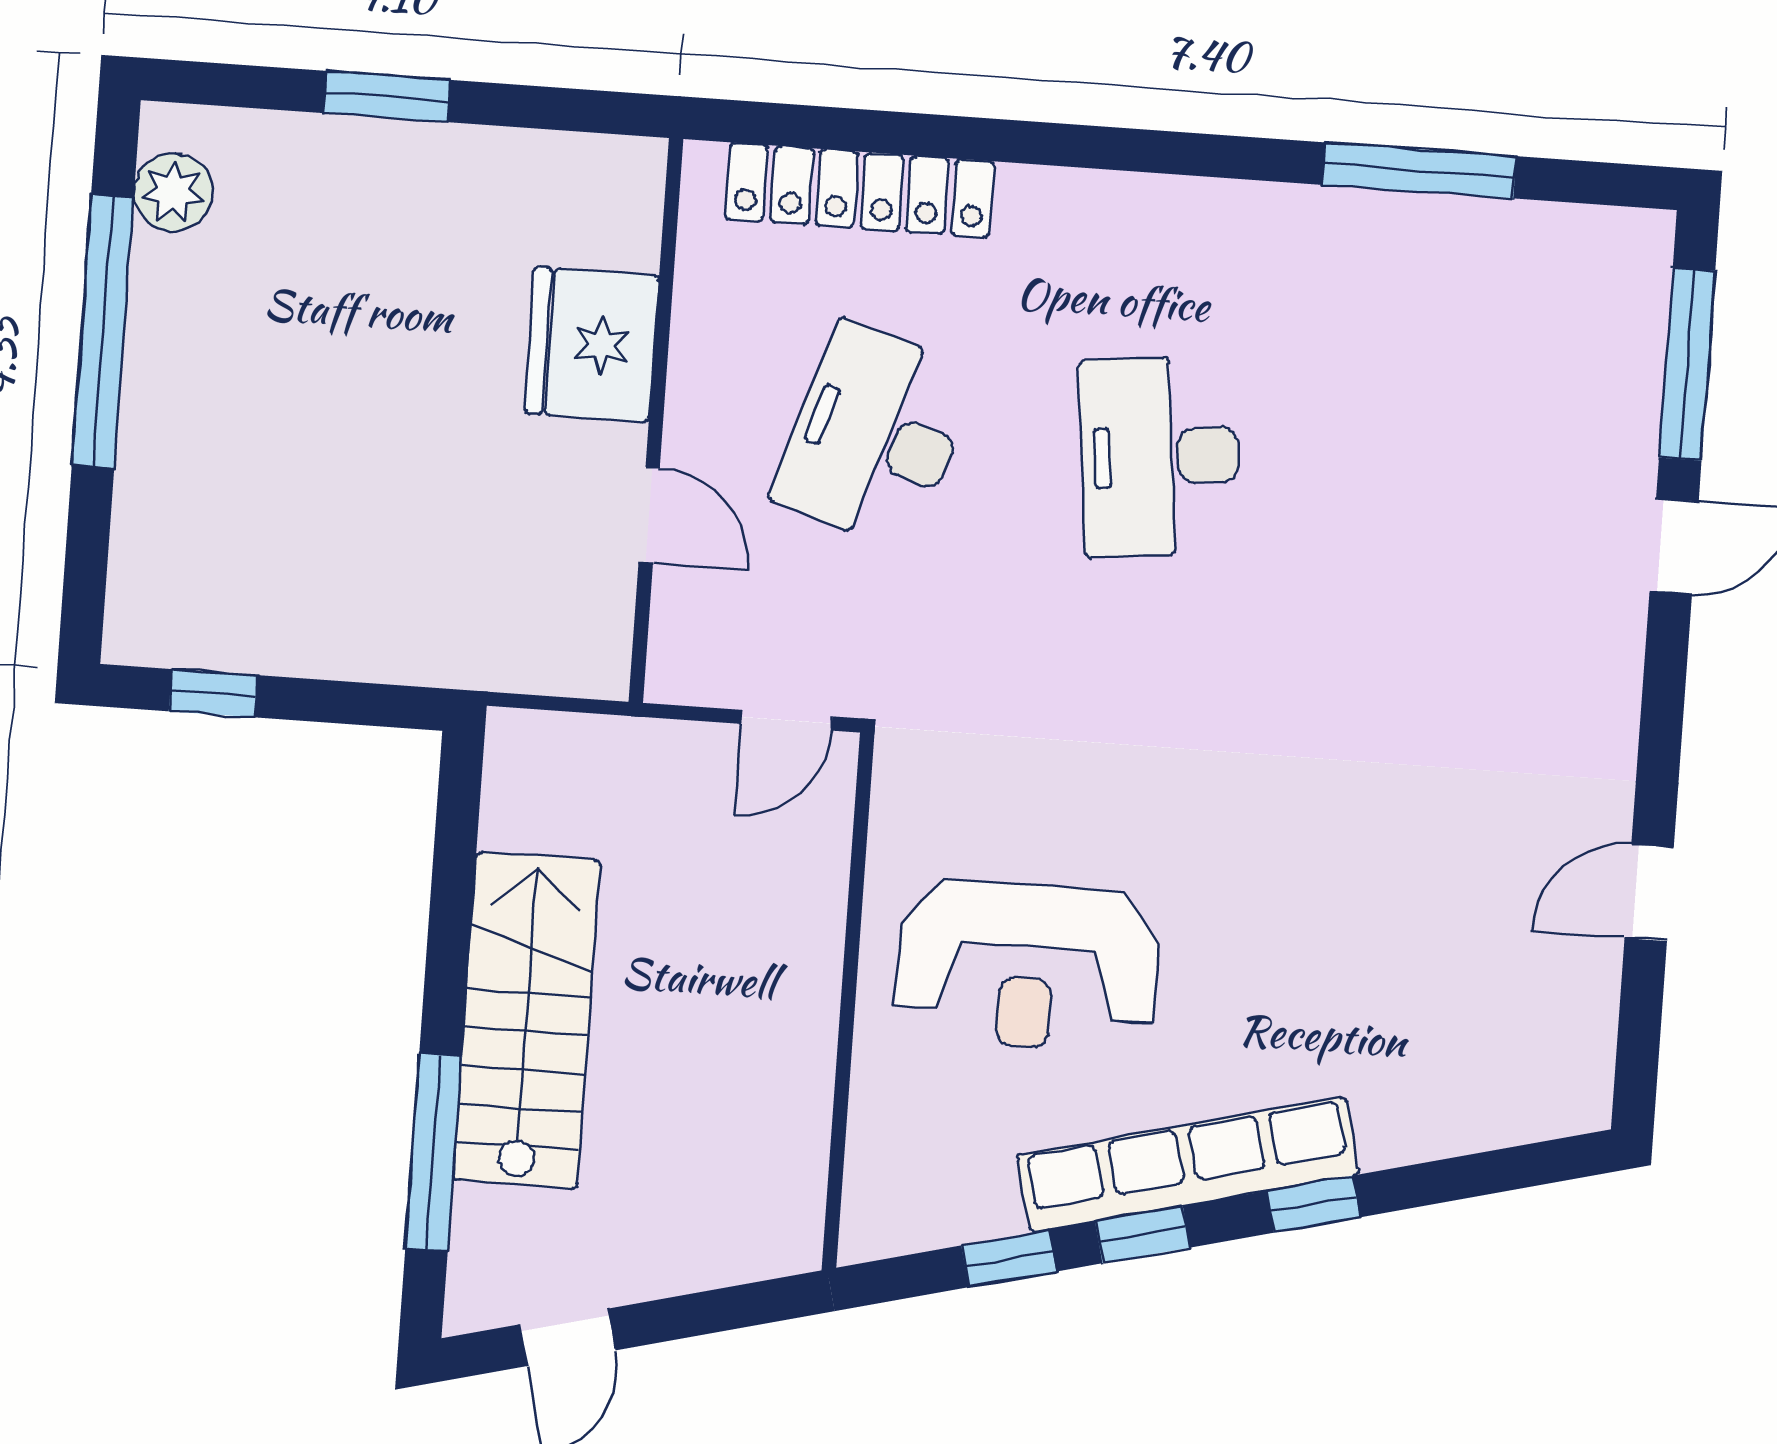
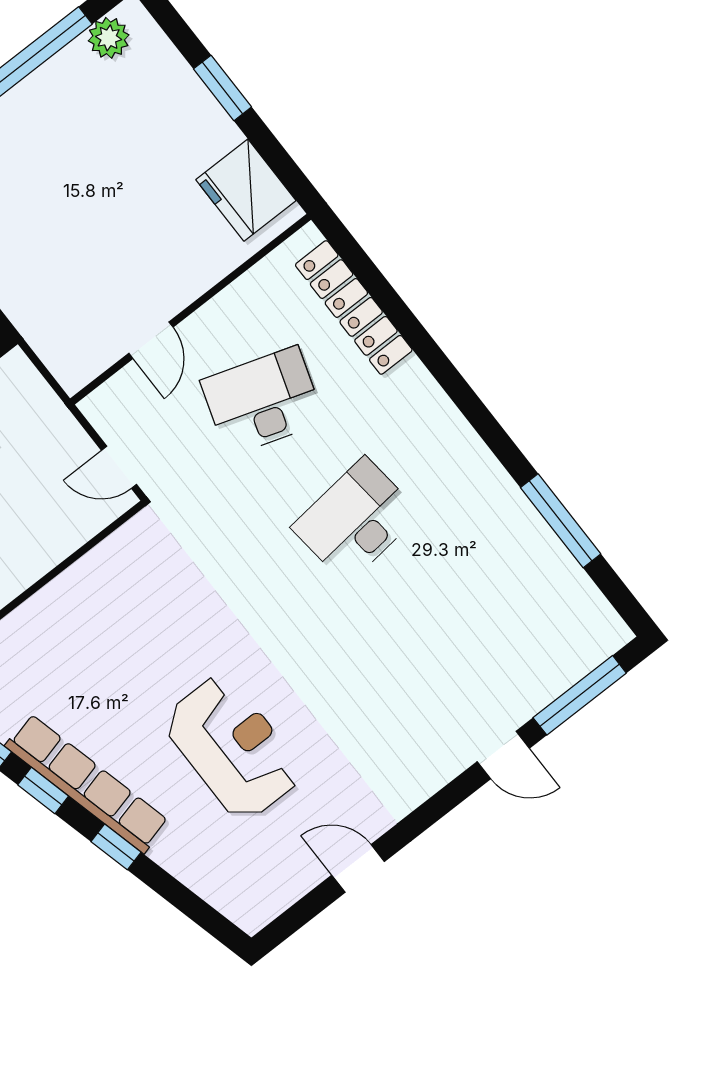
fridge: (592, 344) -> (246, 190), moved, turned -90
reception desk: (1027, 966) -> (233, 747), moved, turned 180

